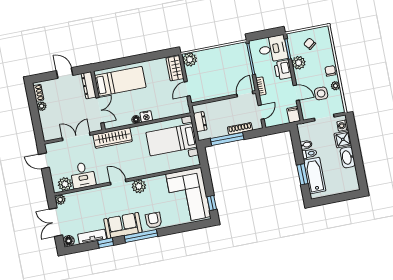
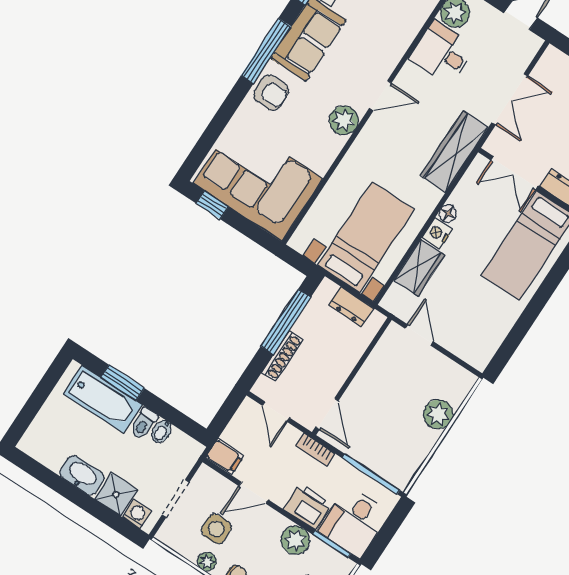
plant: (190, 59) -> (438, 414), moved
wardrobe: (175, 68) -> (419, 268), moved, turned 90

